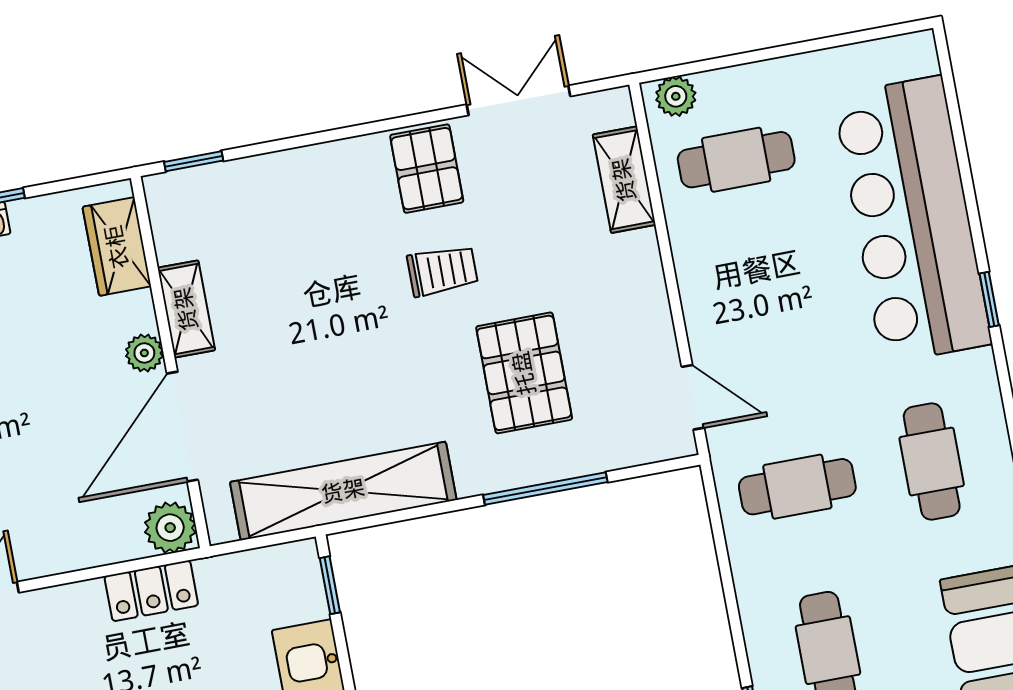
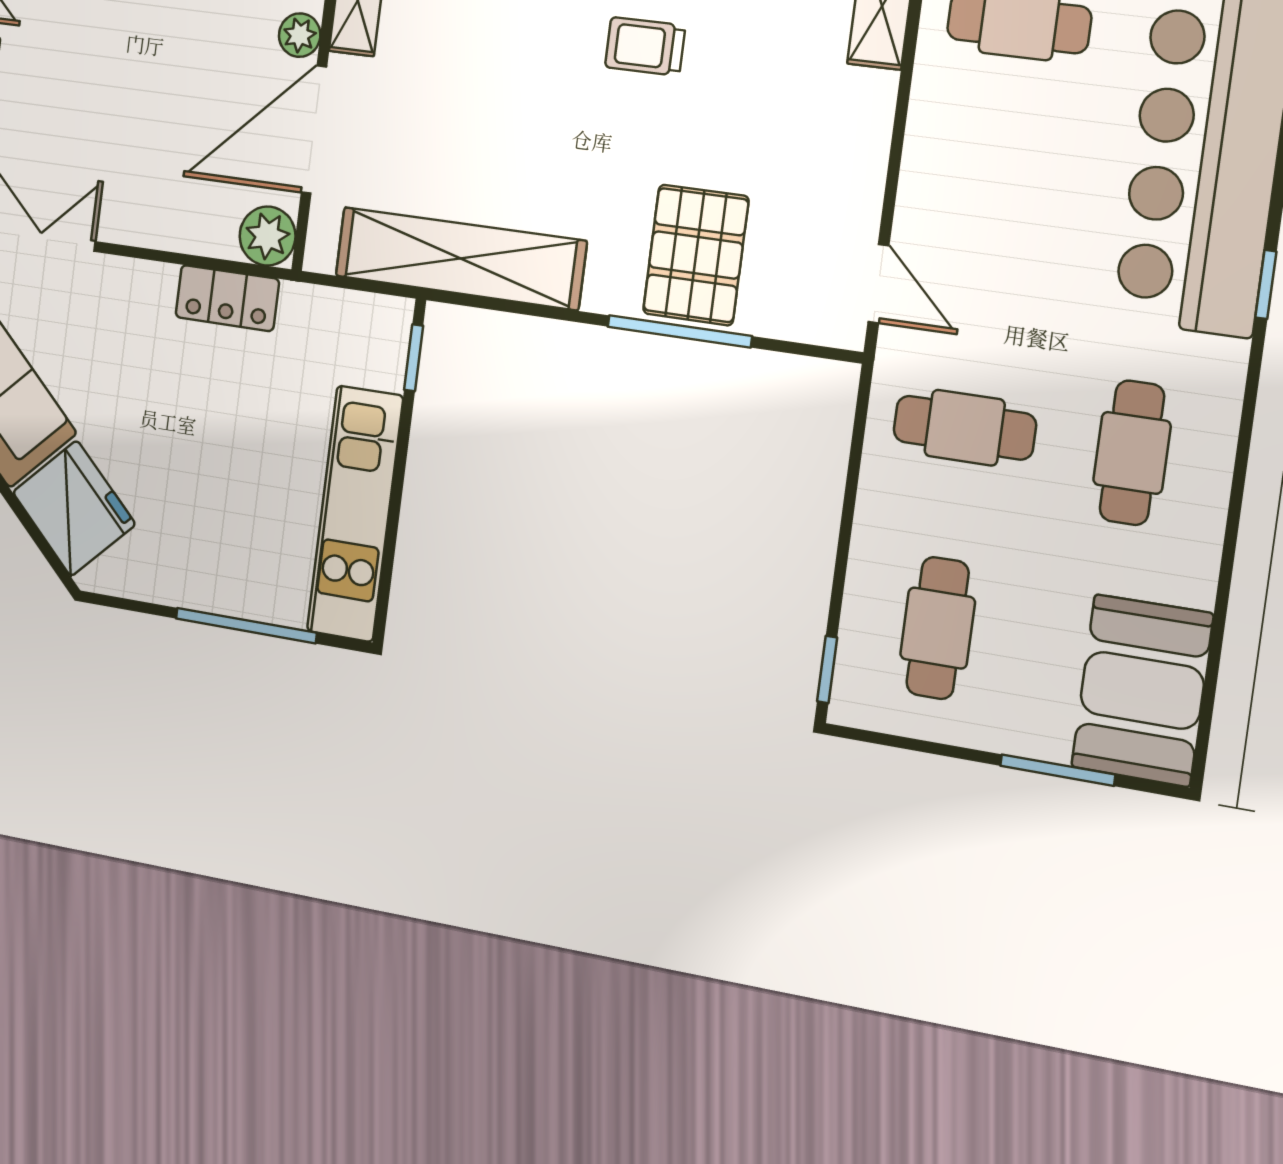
trolley: (442, 271) -> (645, 46), turned 180
pallet: (524, 373) -> (696, 255), moved

